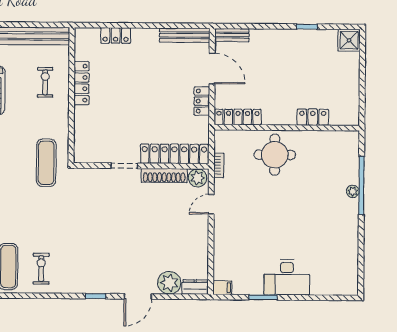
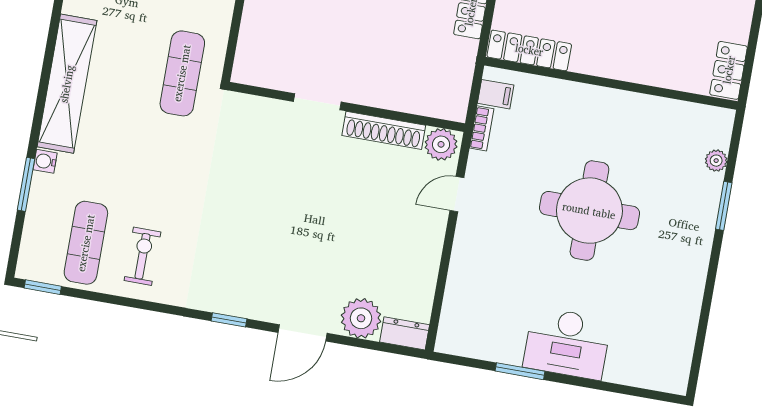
locker: (313, 117) -> (729, 70), moved, turned -90
locker: (174, 154) -> (408, 96), removed
round table: (275, 155) -> (589, 211), moved, width x1.36, depth x1.36
window: (361, 186) -> (724, 206), width x0.47
plant: (353, 191) -> (716, 161), moved
filing cabinet: (222, 288) -> (496, 94), moved

